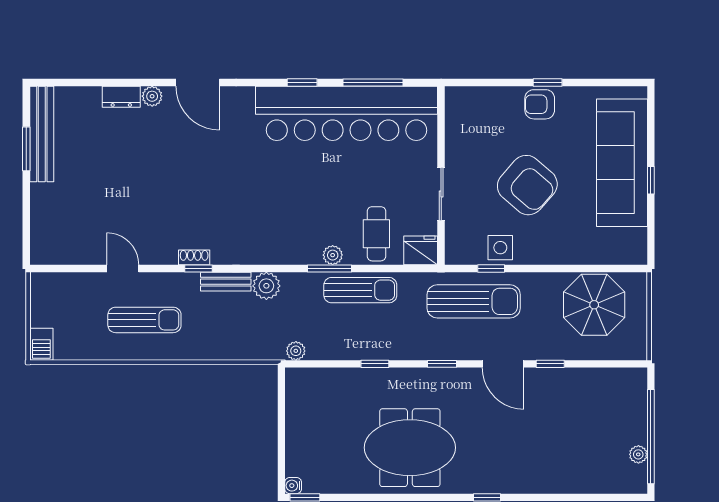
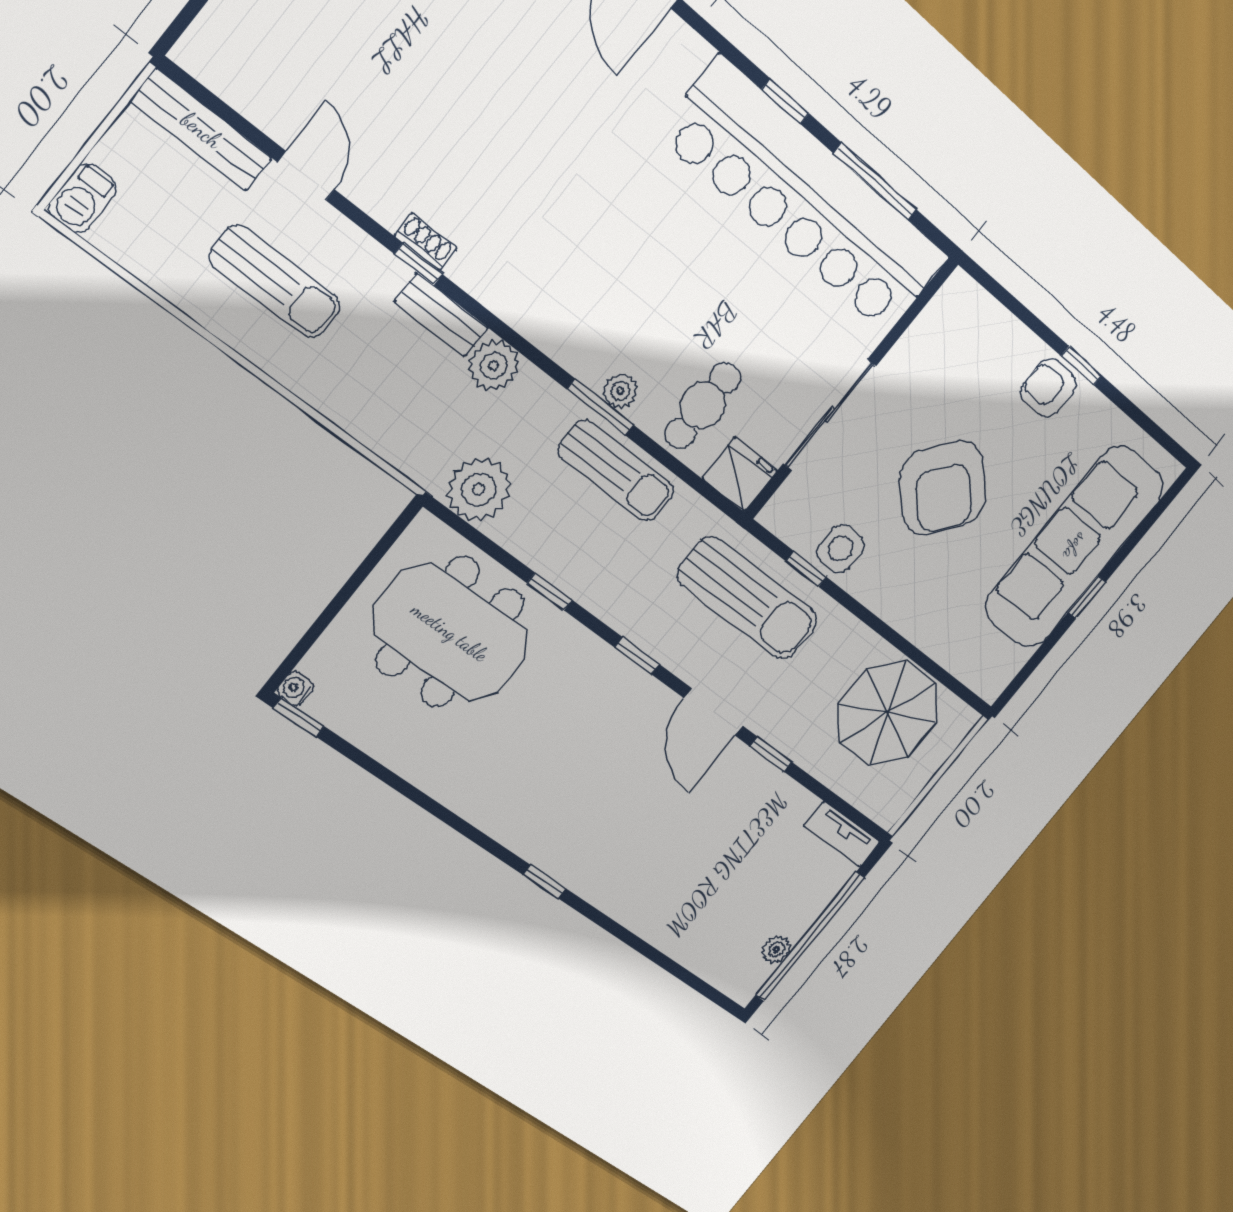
sliding door: (441, 194) -> (830, 415), width x1.37
bench: (67, 282) -> (202, 130), added
plant: (296, 351) -> (479, 490), width x1.87, depth x1.87
tv unit: (623, 377) -> (842, 834), added
meeting table: (410, 448) -> (450, 632), moved

